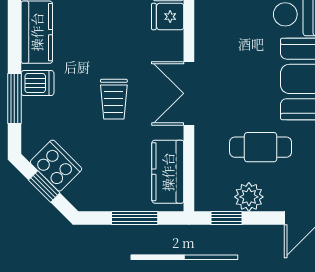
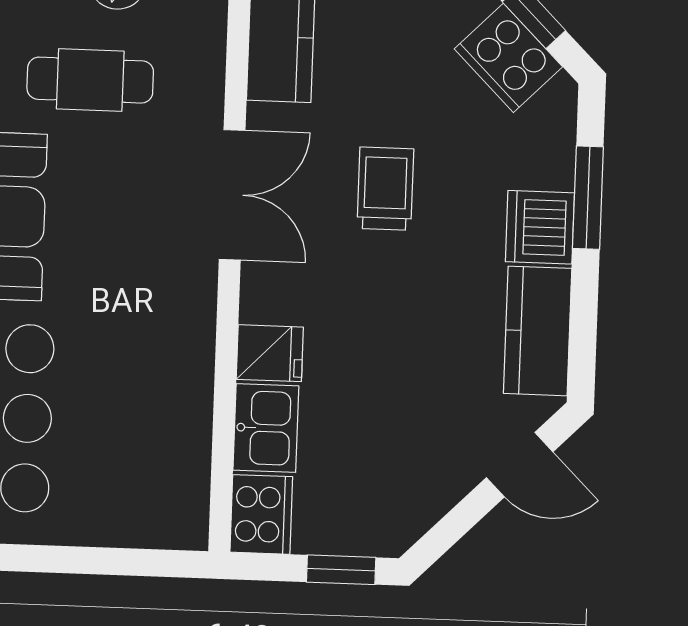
dishwasher: (37, 83) -> (540, 227), width x1.38

